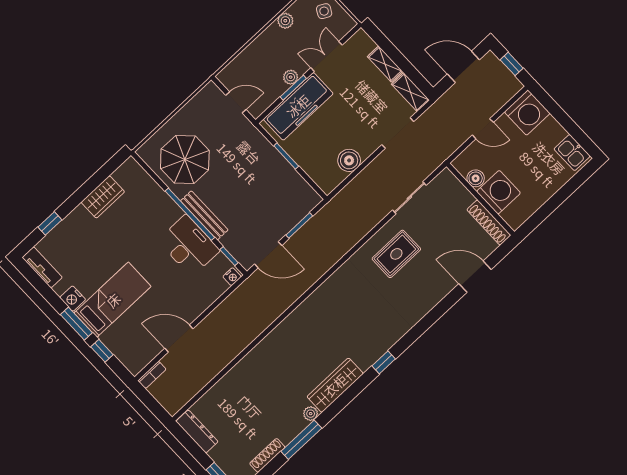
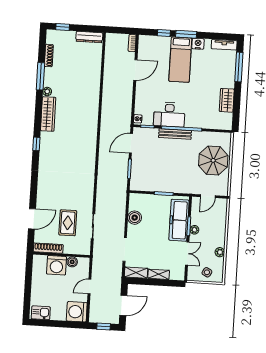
parasol: (185, 160) -> (213, 160), moved
window: (50, 223) -> (239, 67), width x2.17
rug: (396, 254) -> (68, 223), moved

